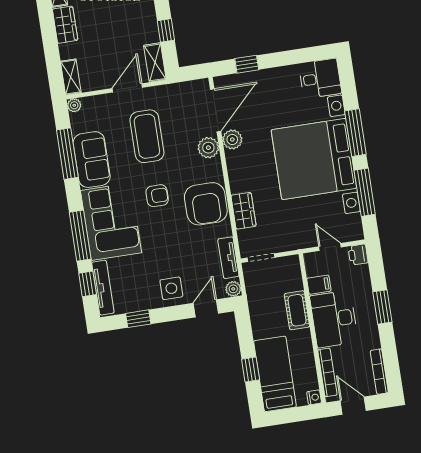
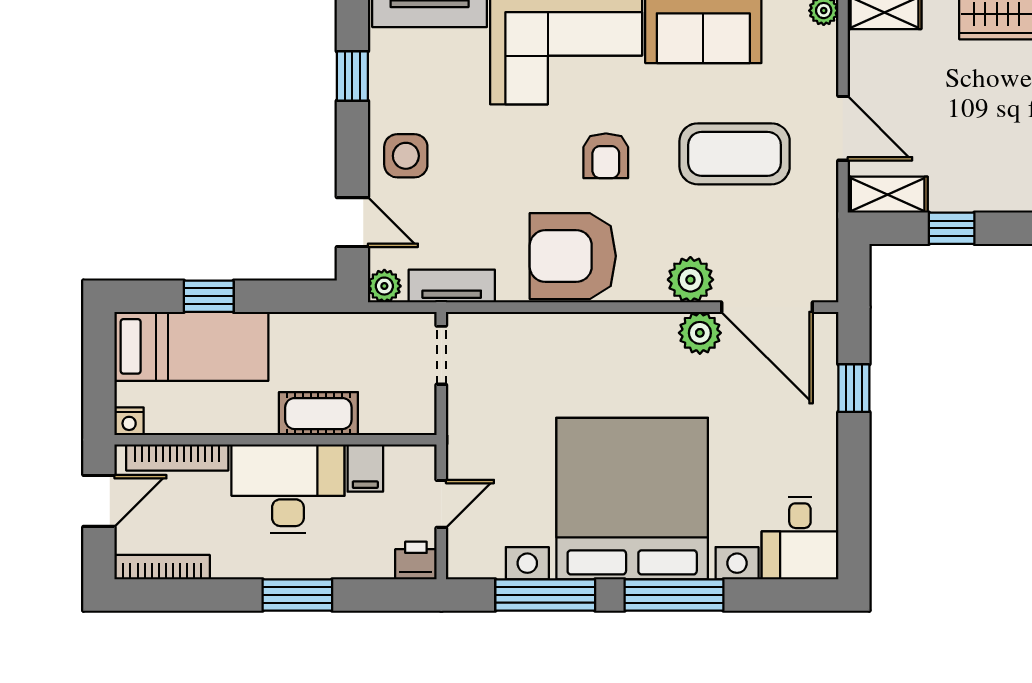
wardrobe: (244, 211) -> (546, 333), removed

